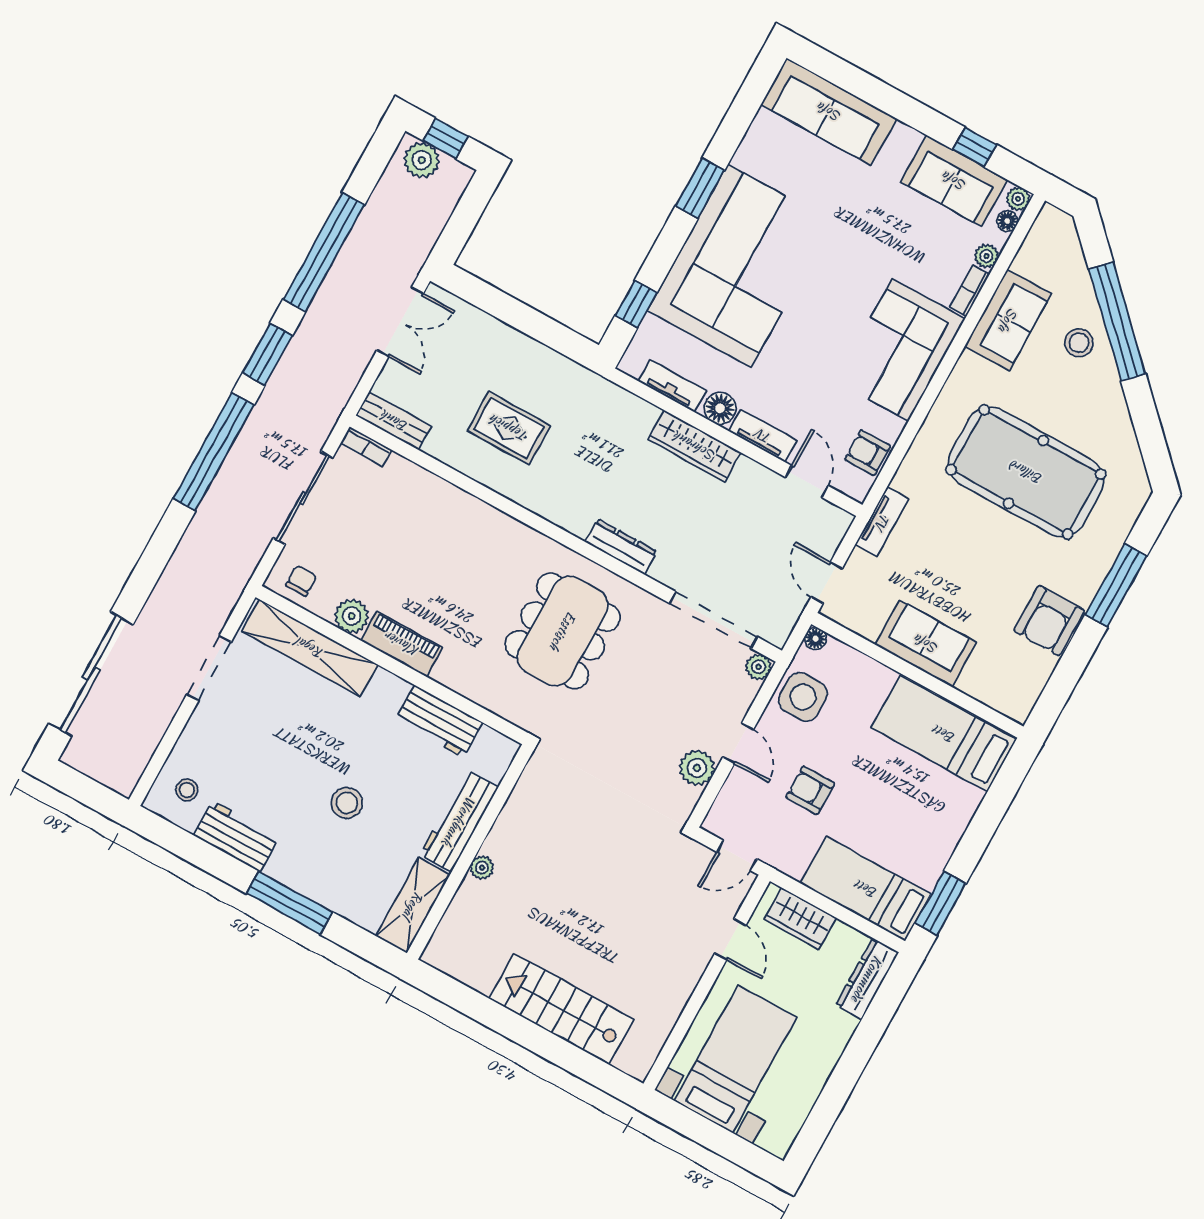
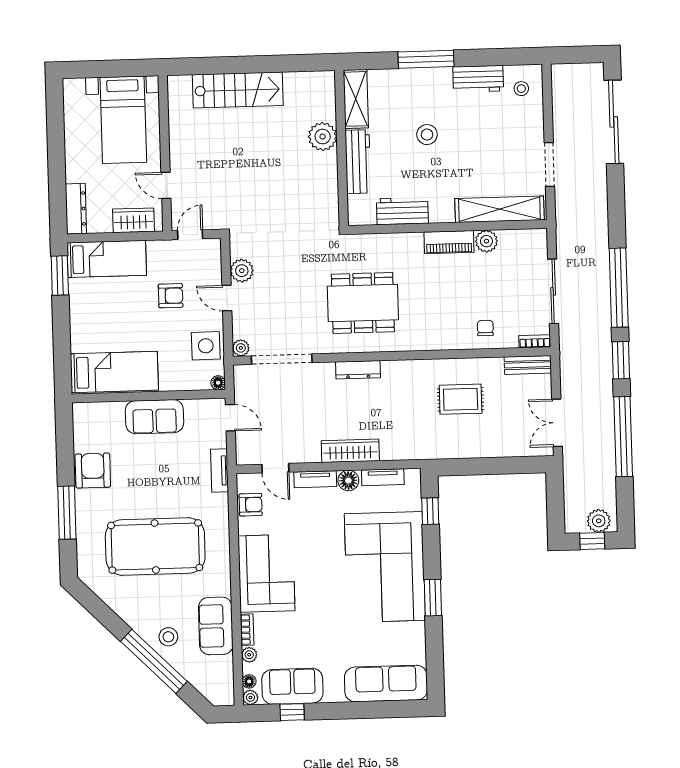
chair: (301, 581) -> (485, 328), moved, turned 180
dining table: (563, 631) -> (363, 303), turned 90
plant: (482, 868) -> (323, 137), width x1.87, depth x1.87

